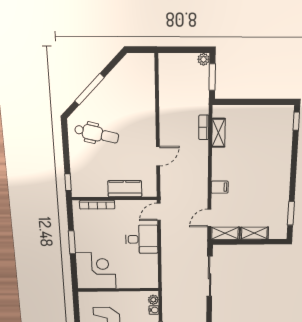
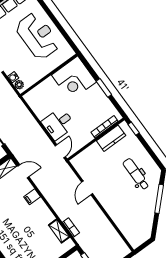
dental chair: (97, 134) -> (136, 174), turned 77
kitchen counter: (125, 189) -> (111, 138), moved
door: (209, 218) -> (23, 171), hinge flipped

